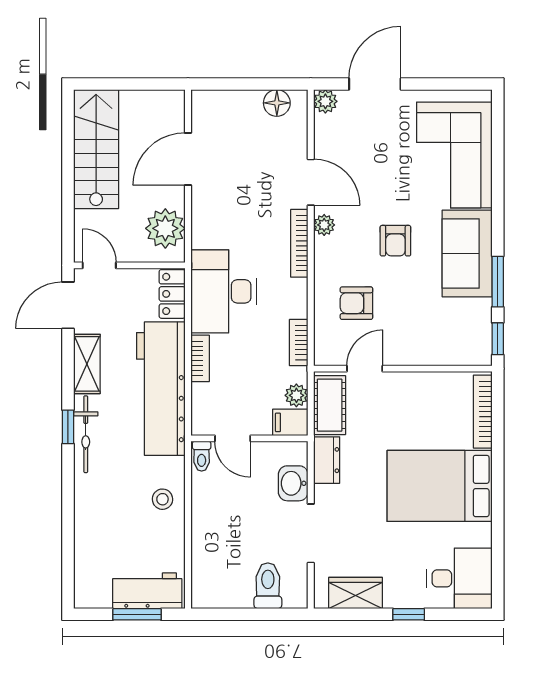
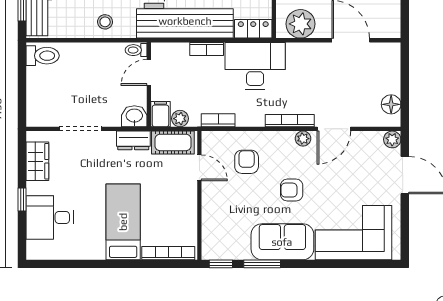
washbasin: (293, 483) -> (134, 116), moved
bed: (440, 486) -> (123, 222), width x0.67
desk: (460, 578) -> (50, 217), moved, turned 90
toilet: (268, 586) -> (43, 56), moved

